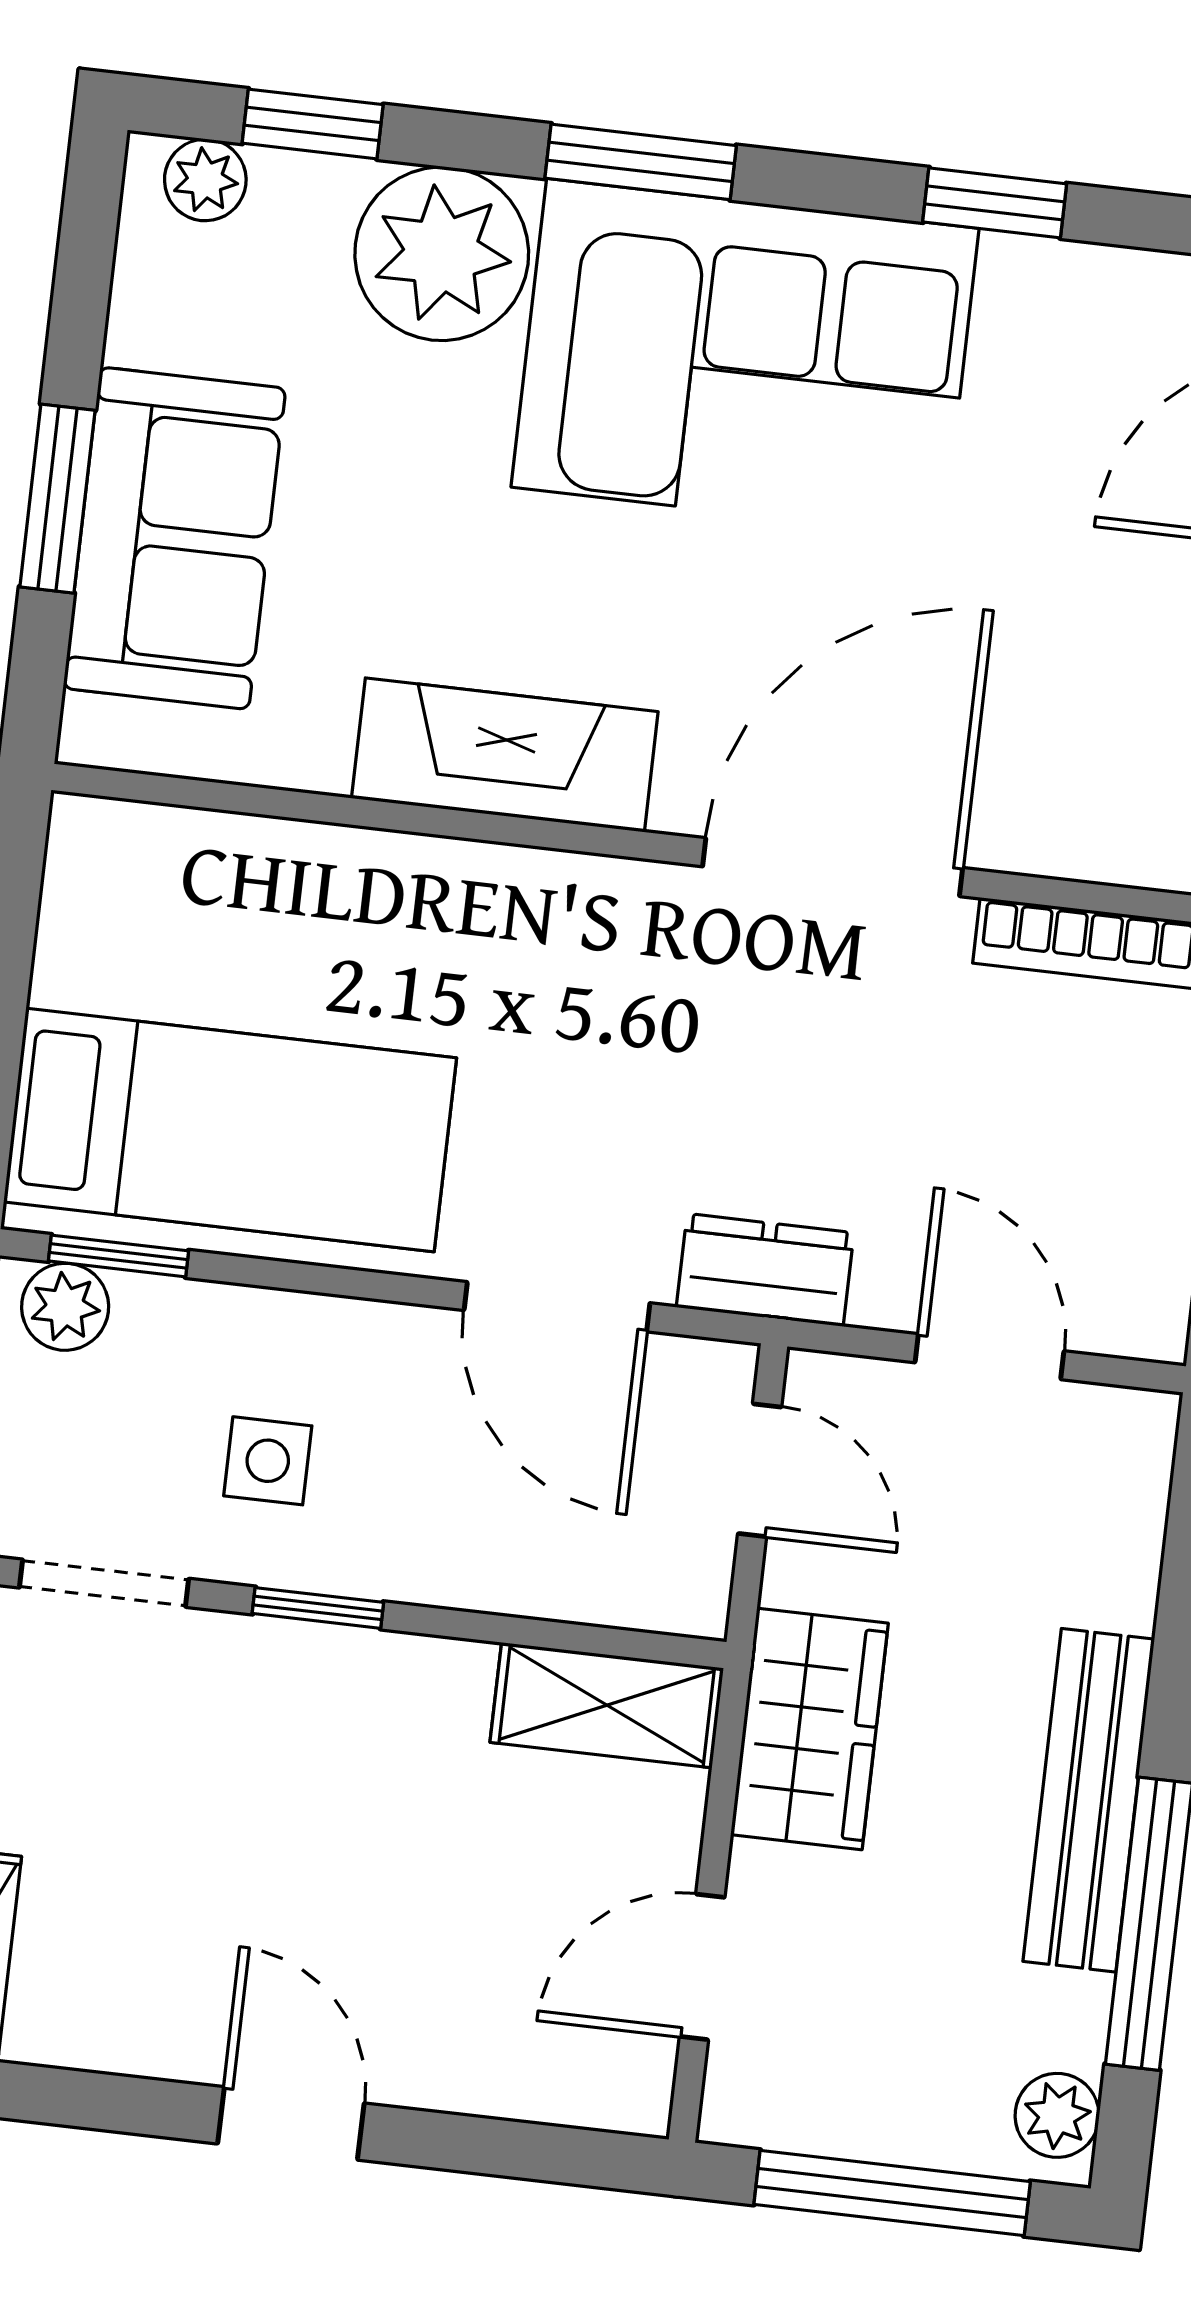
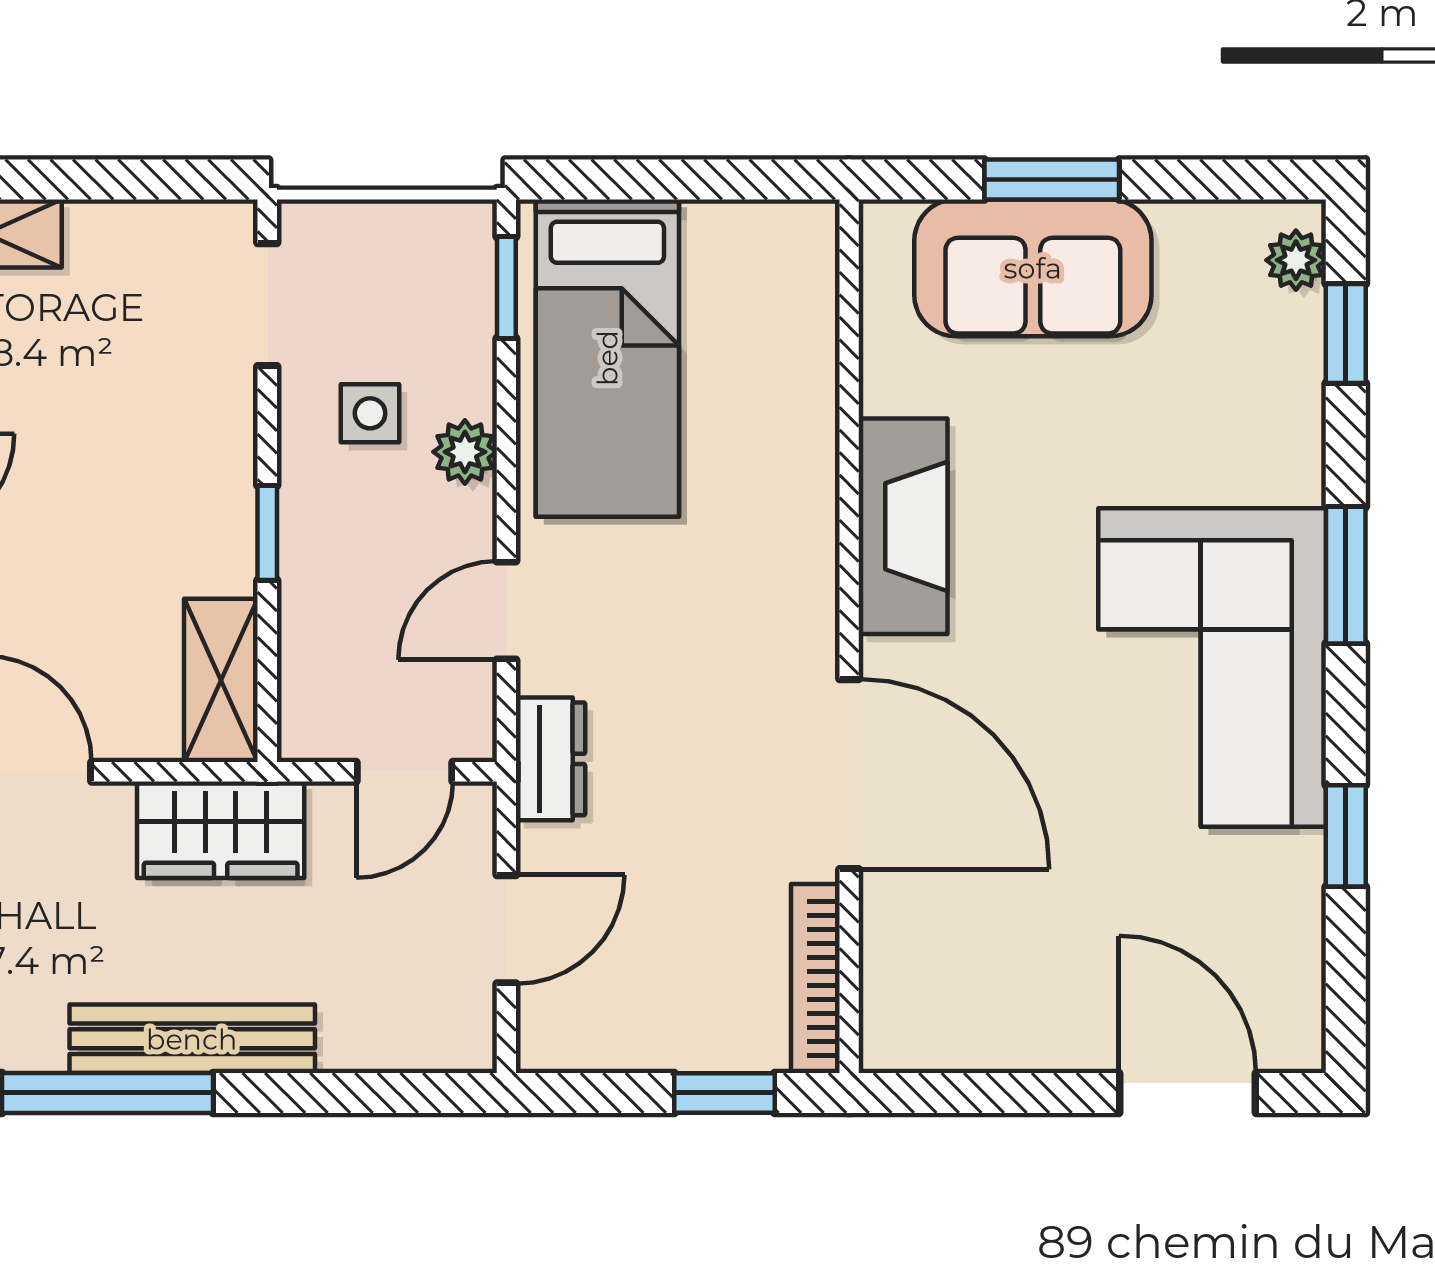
plant: (442, 254) -> (1262, 438), removed
plant: (65, 1307) -> (465, 452), moved
door: (557, 1307) -> (506, 611), width x0.73
window: (318, 1608) -> (267, 533), moved

